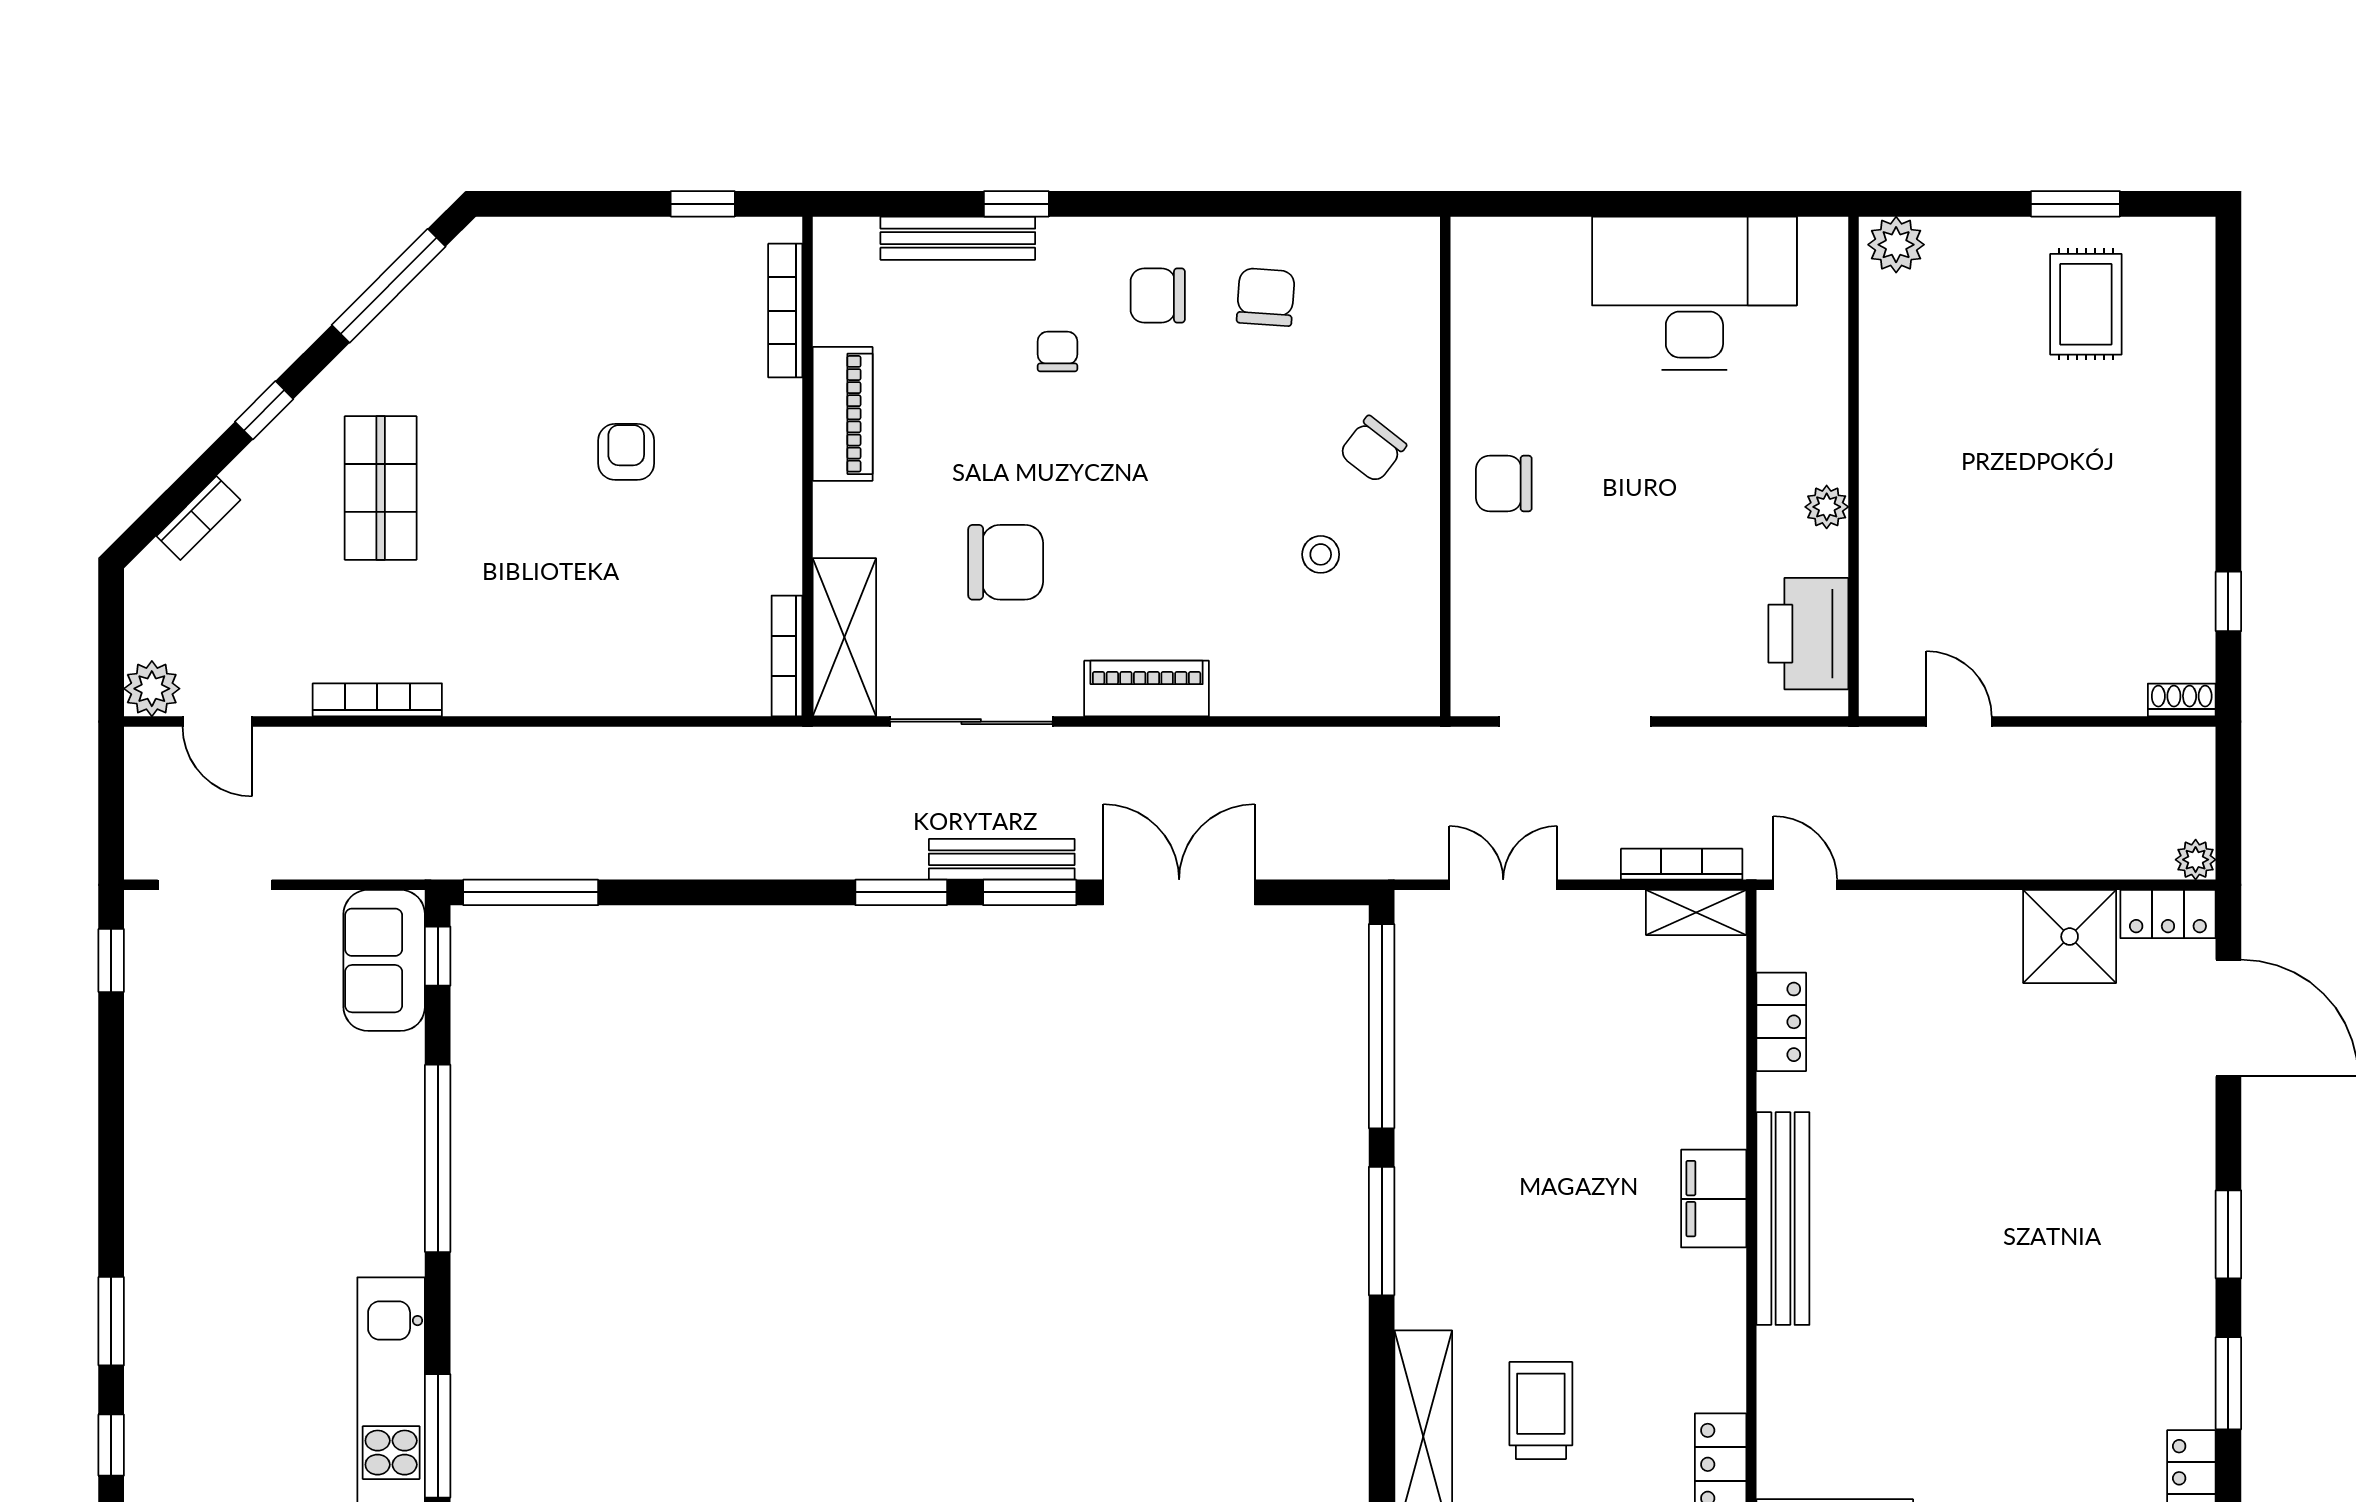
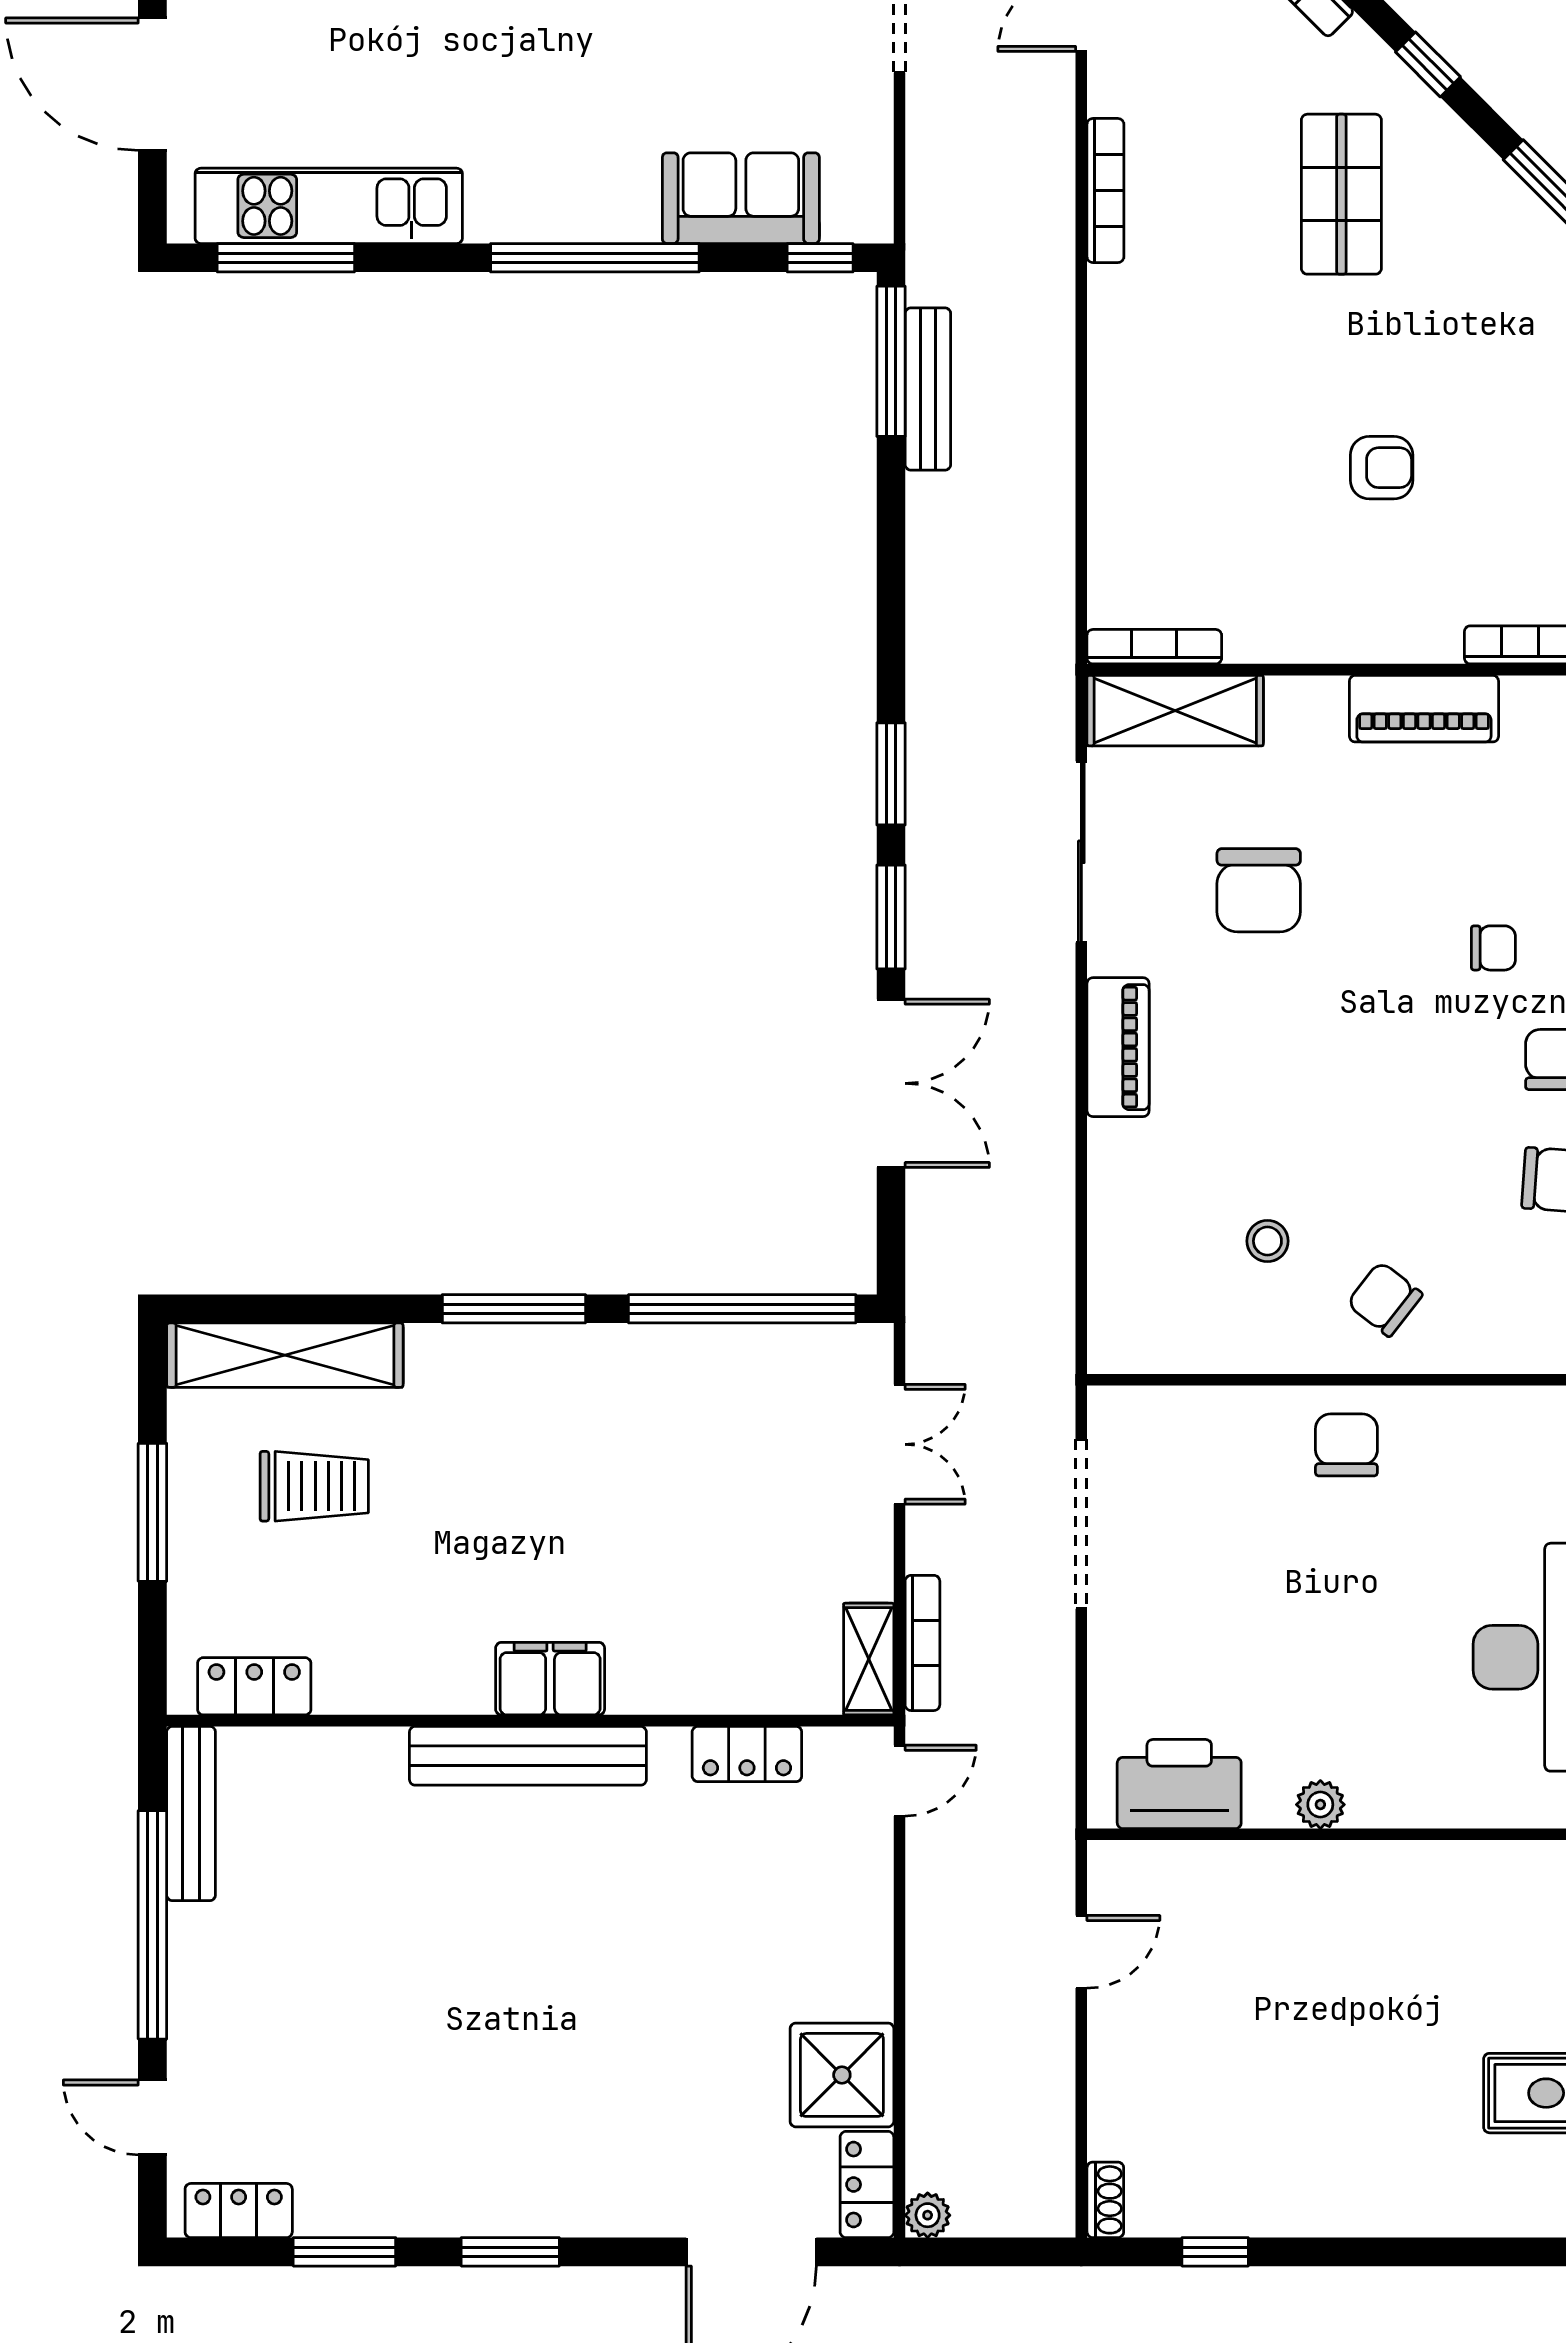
shop shelf: (381, 488) -> (1341, 194), turned 90
bench: (1002, 859) -> (928, 389), moved
sofa: (384, 960) -> (741, 198), moved

